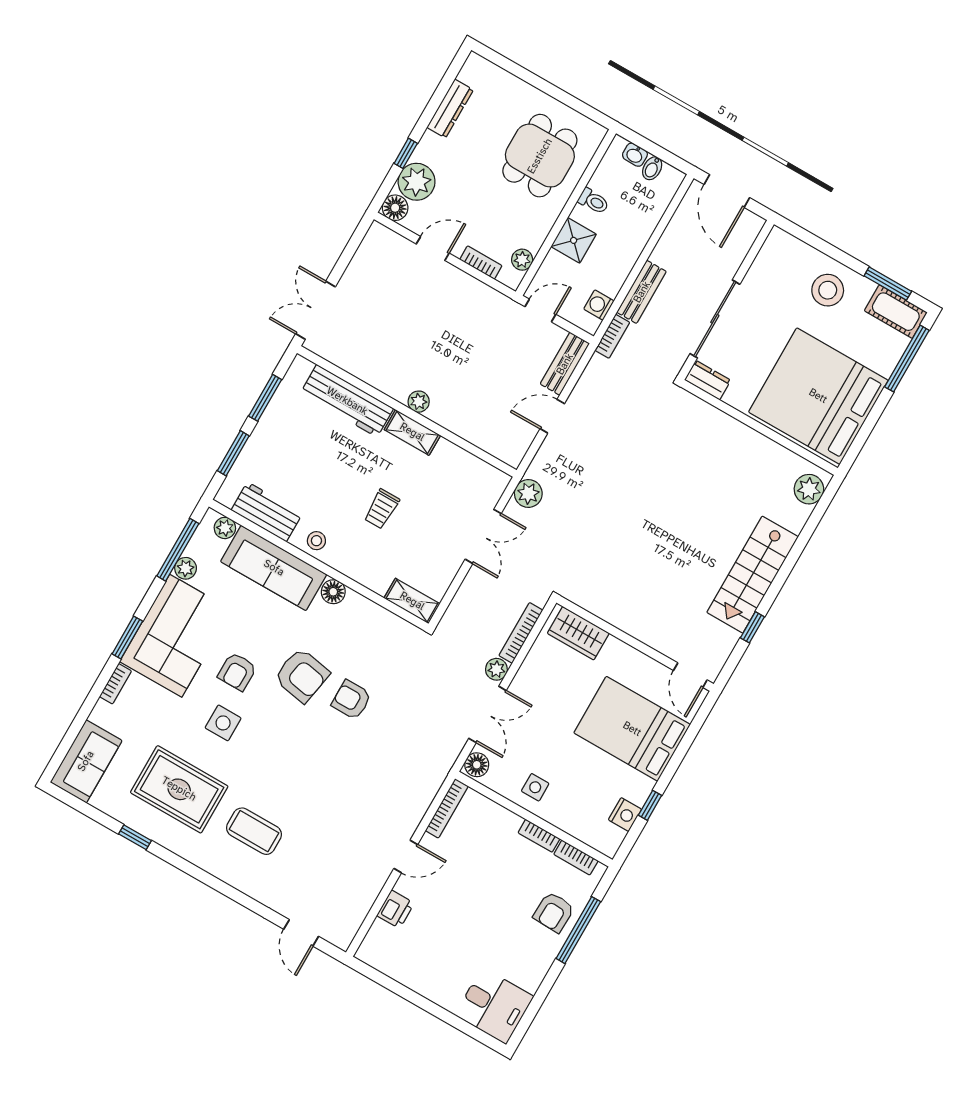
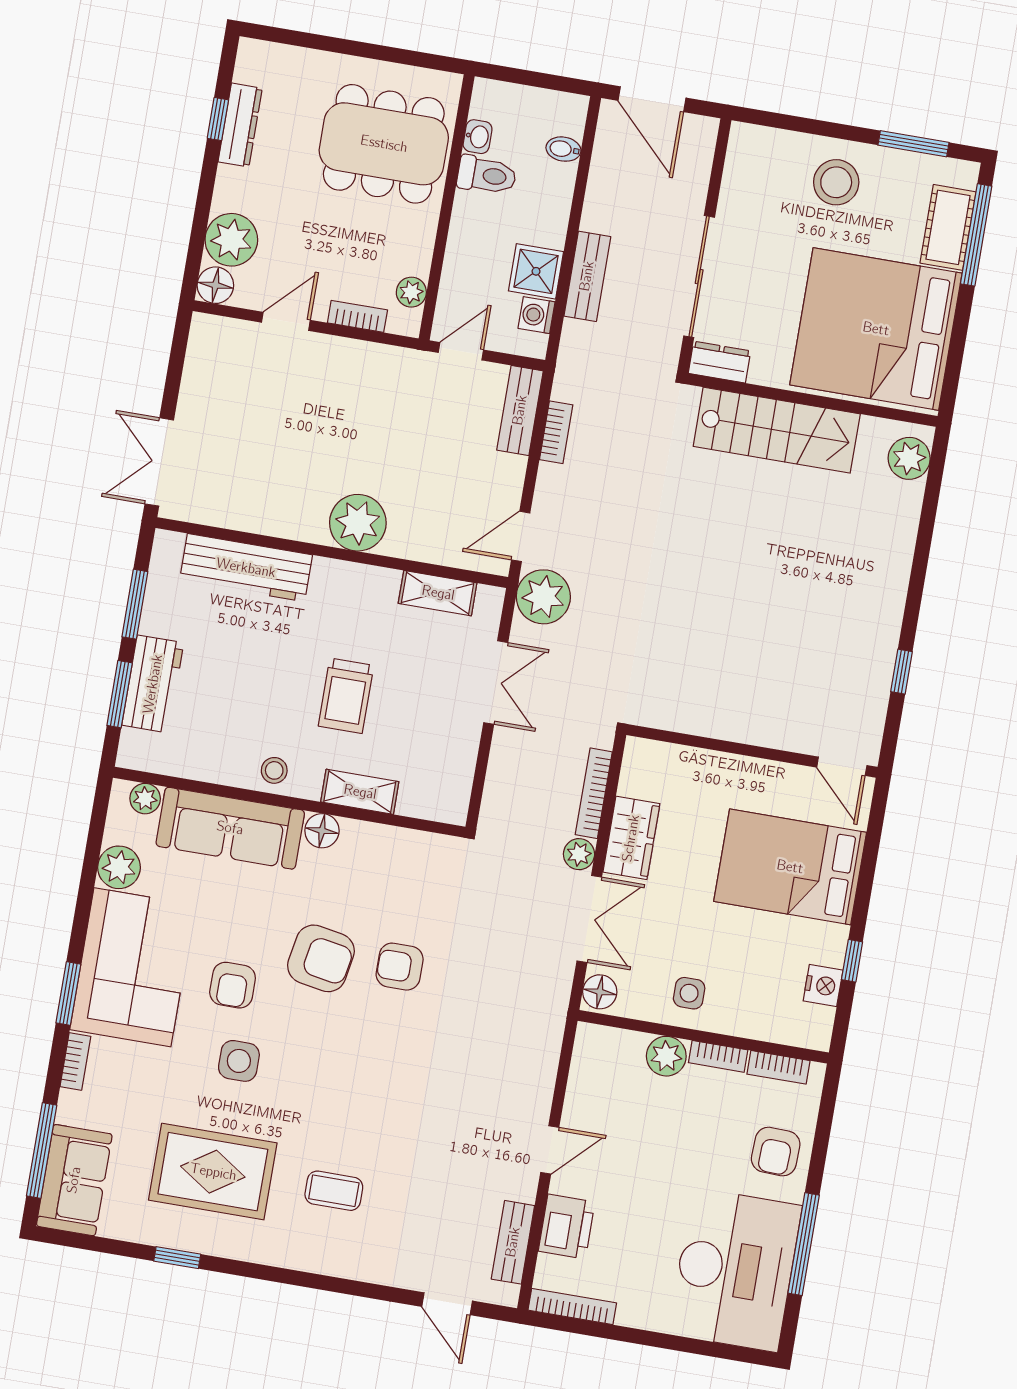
window: (406, 153) -> (218, 119), moved
washbasin: (635, 155) -> (478, 137), moved, turned -90
dining table: (540, 156) -> (384, 144), width x1.38
bidet: (652, 168) -> (563, 149), moved, turned 90
toilet: (593, 201) -> (487, 175), width x1.37, depth x1.39
shower: (574, 240) -> (536, 271), moved
cot: (896, 312) -> (948, 227), moved, turned 90
bookcase: (612, 336) -> (556, 432), moved
plant: (419, 402) -> (358, 523), width x1.88, depth x1.88
door: (552, 416) -> (521, 536), moved
shelving: (412, 432) -> (438, 593), moved
plant: (528, 494) -> (543, 597), width x1.36, depth x1.36
trolley: (382, 509) -> (346, 696), width x1.36, depth x1.39
workbench: (267, 512) -> (153, 684), moved, turned 90
window: (178, 550) -> (42, 1150), moved
plant: (186, 568) -> (119, 867), width x1.38, depth x1.38
stairs: (753, 575) -> (777, 430), moved, turned -90
shelving: (412, 601) -> (360, 792), moved
wardrobe: (578, 633) -> (631, 838), moved, turned -90
bookcase: (447, 808) -> (572, 1307), moved, turned -90
plant: (505, 823) -> (666, 1056), added
coffee table: (254, 831) -> (334, 1191), width x0.73, depth x0.77
bench: (359, 908) -> (513, 1242), added
printer: (395, 909) -> (567, 1227), width x1.36, depth x1.24
window: (578, 930) -> (804, 1244), moved
desk: (494, 1006) -> (735, 1270), width x1.87, depth x1.30

